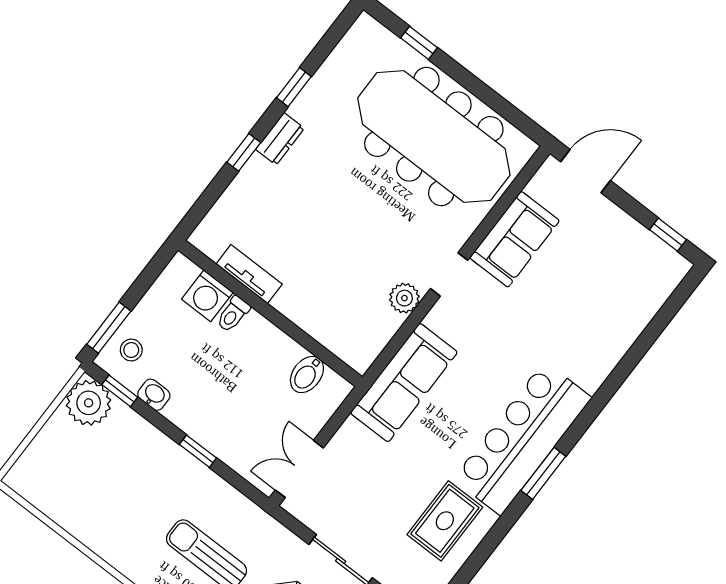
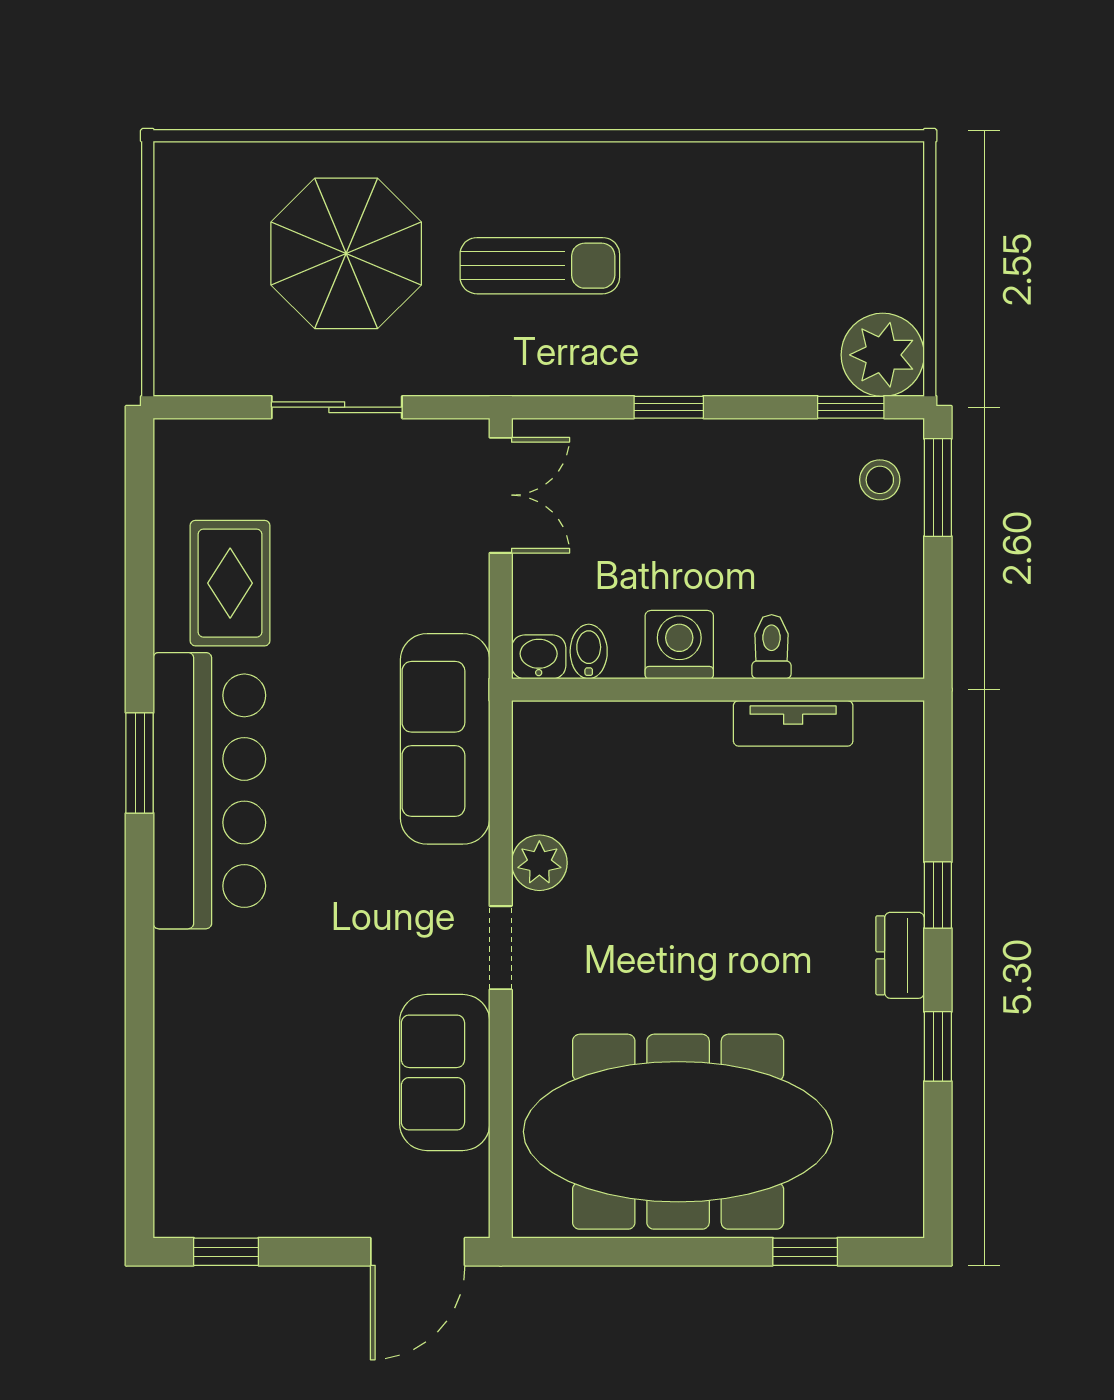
washing machine: (207, 296) -> (679, 645), moved
bidet: (307, 374) -> (589, 651), width x0.72, depth x0.74
washbasin: (154, 395) -> (539, 657), moved, turned 180

